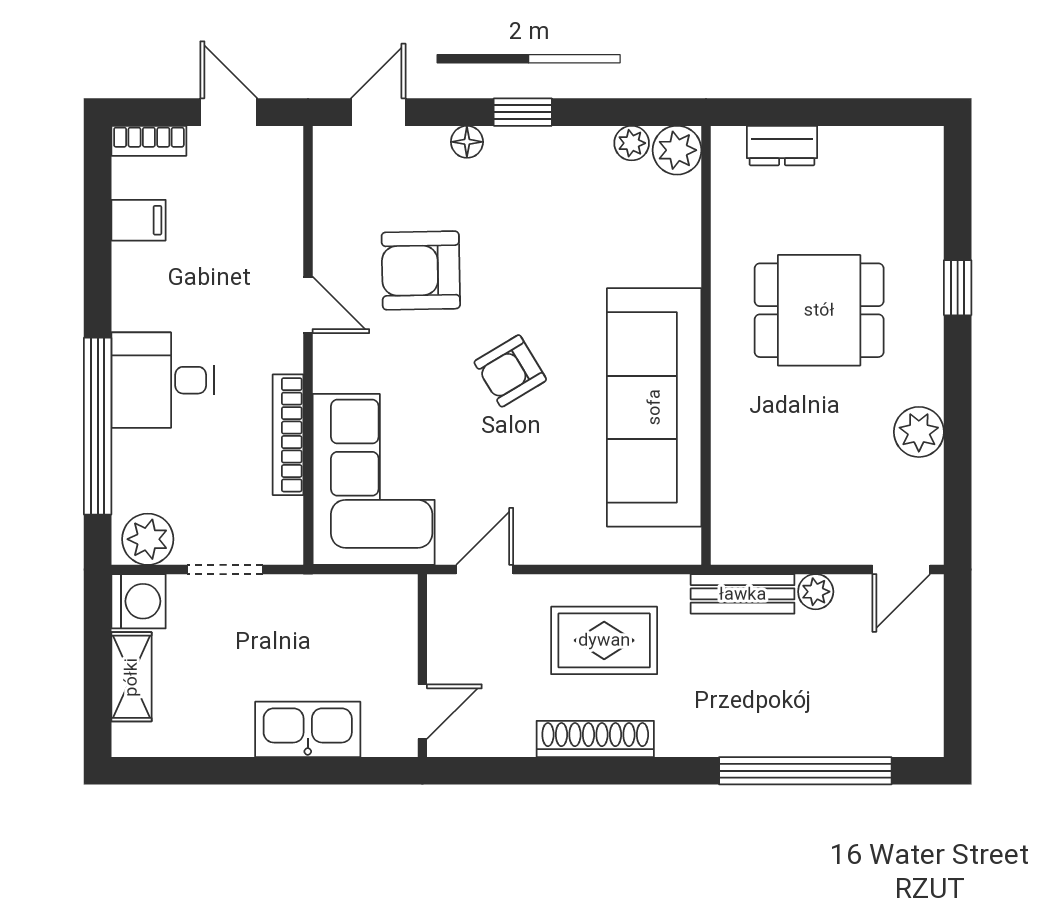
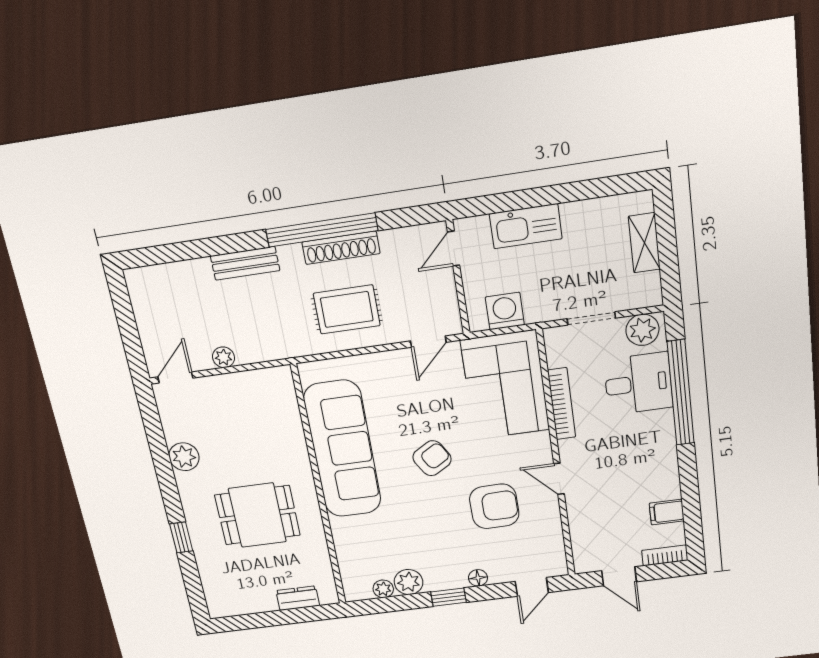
plant: (677, 150) -> (409, 582), moved
desk: (163, 380) -> (638, 384), moved
bench: (743, 594) -> (245, 263), moved
washing machine: (139, 601) -> (505, 311), moved, turned 90
window: (805, 771) -> (322, 230), moved

